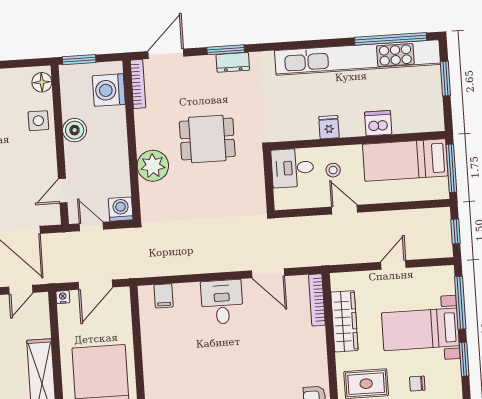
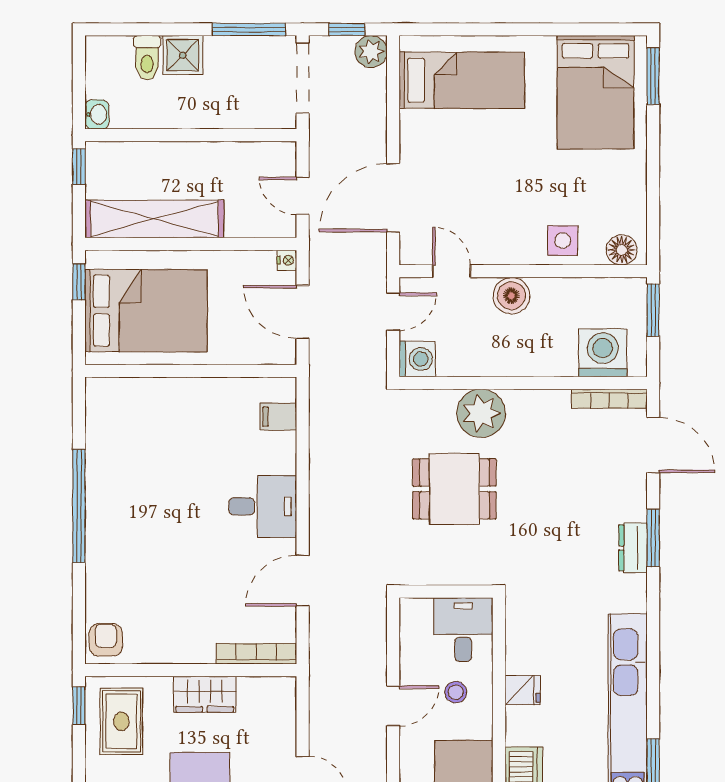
boiler: (75, 130) -> (511, 296), moved
dining table: (207, 139) -> (454, 489), moved, turned 90
wardrobe: (344, 321) -> (205, 694), width x0.67

